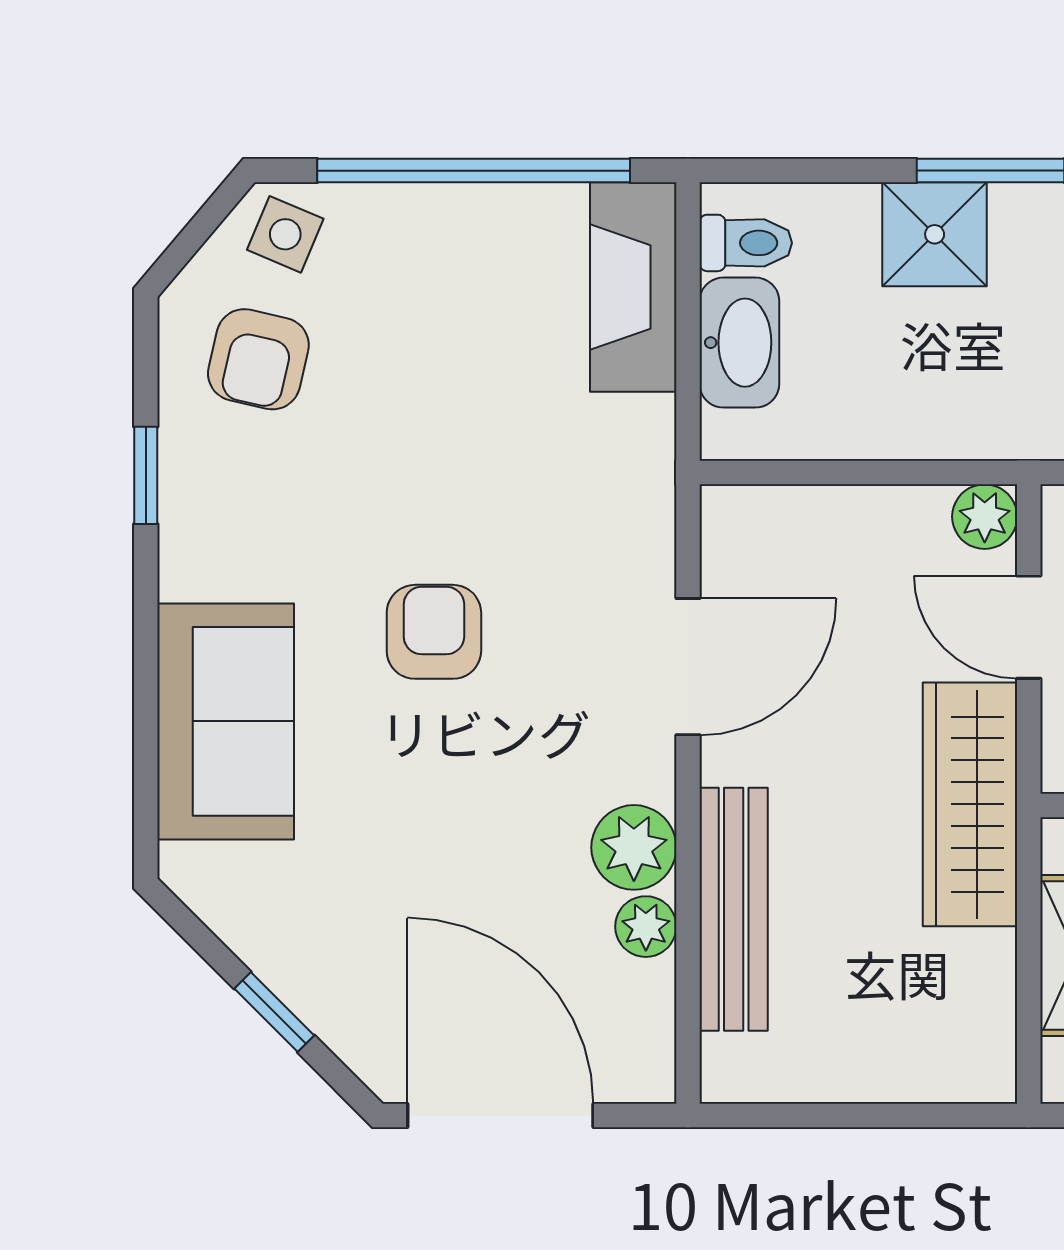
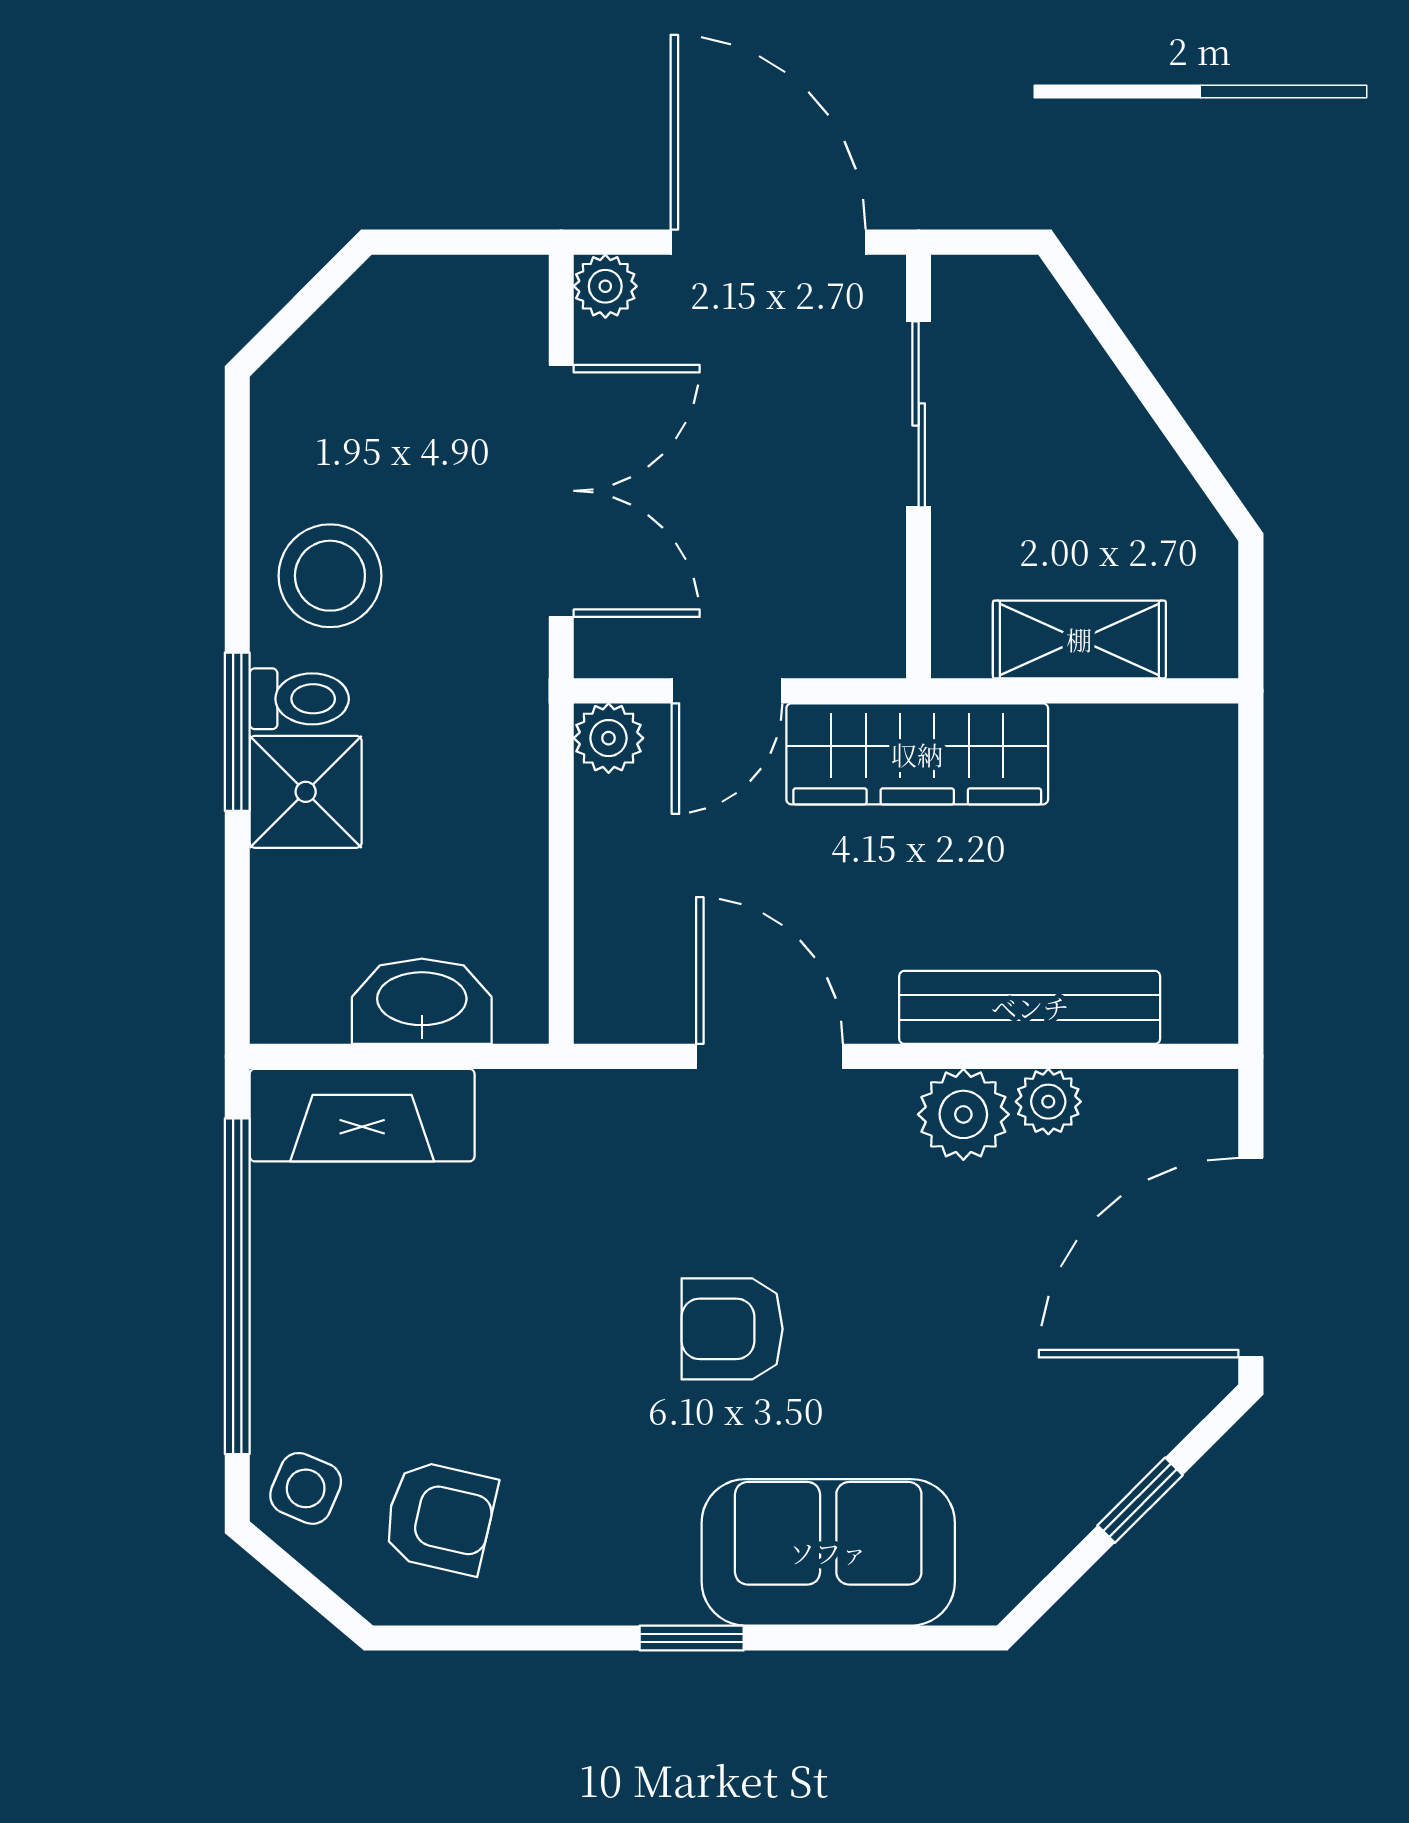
toilet: (746, 243) -> (299, 699), moved, turned 90
window: (146, 475) -> (692, 1638), moved

